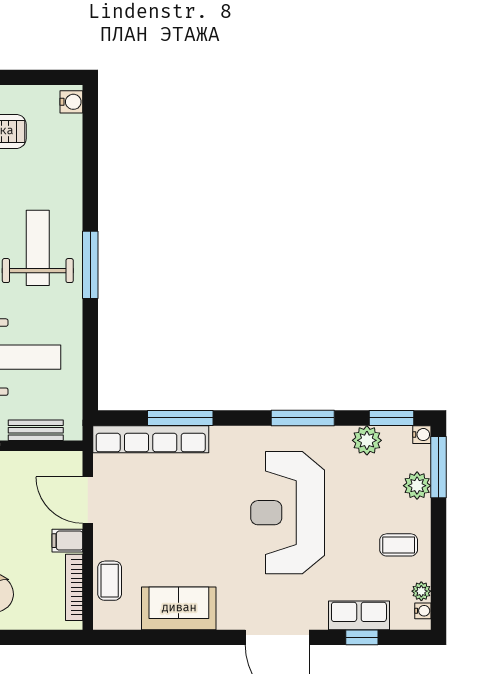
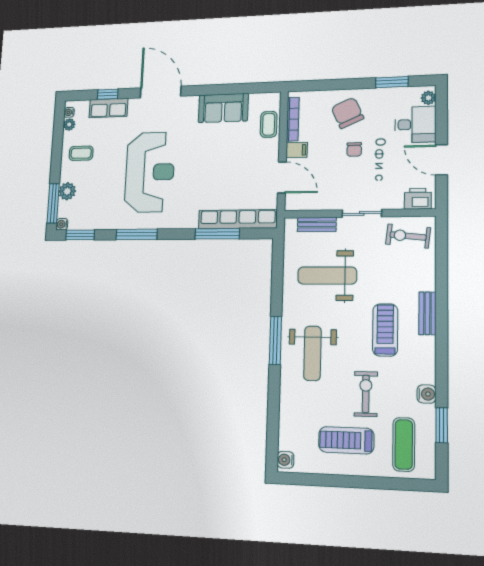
plant: (367, 440) -> (97, 220), removed

